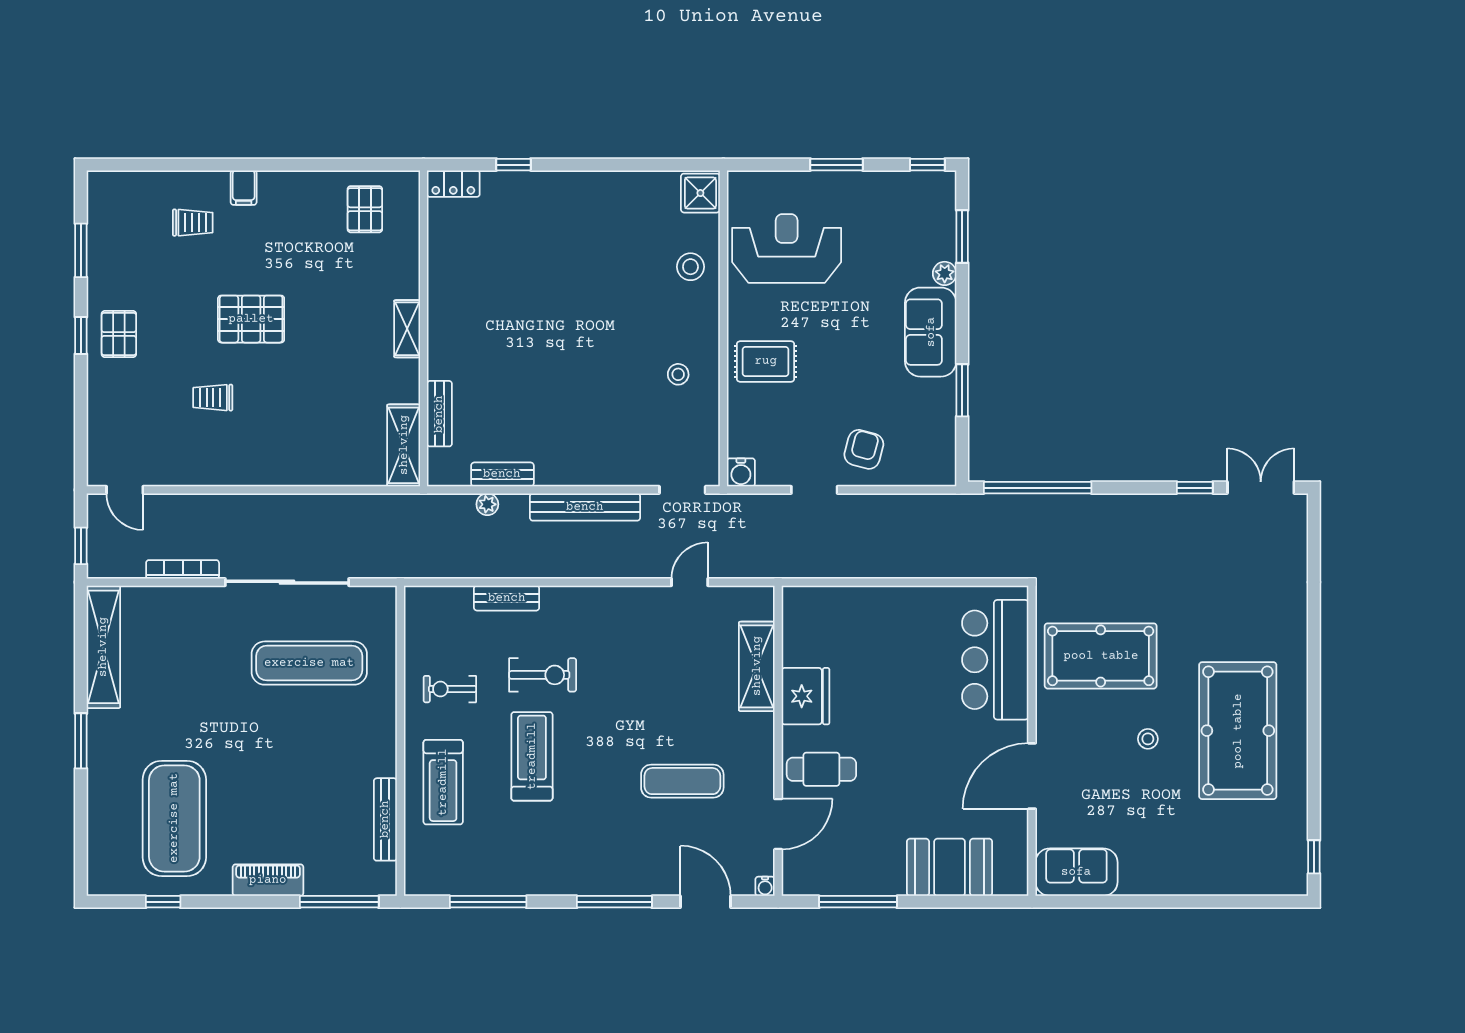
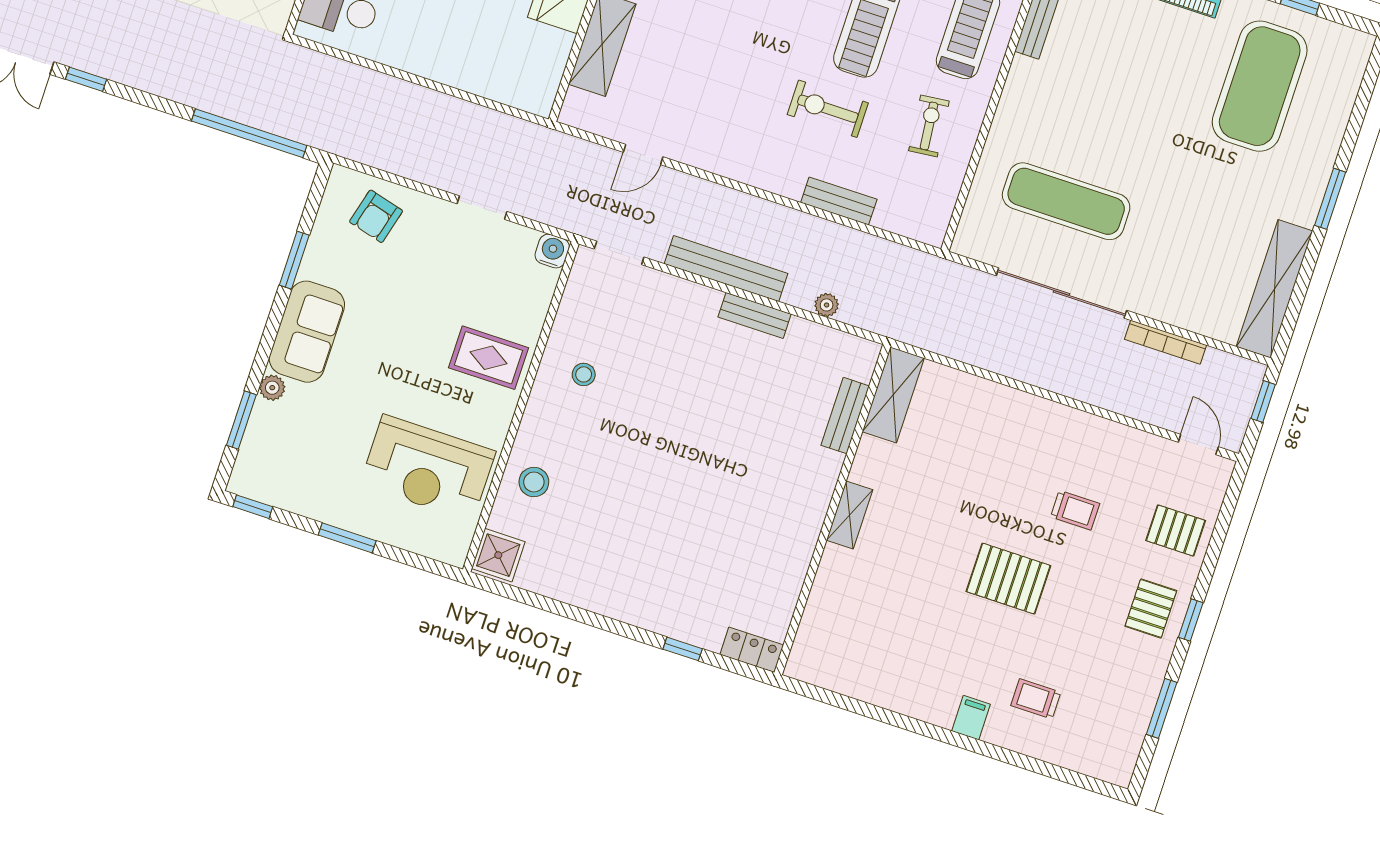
pallet: (365, 209) -> (1176, 531), moved, turned 90
armchair: (864, 449) -> (376, 216), moved
bench: (502, 474) -> (755, 316), moved
exercise bike: (450, 689) -> (929, 126), turned -96

